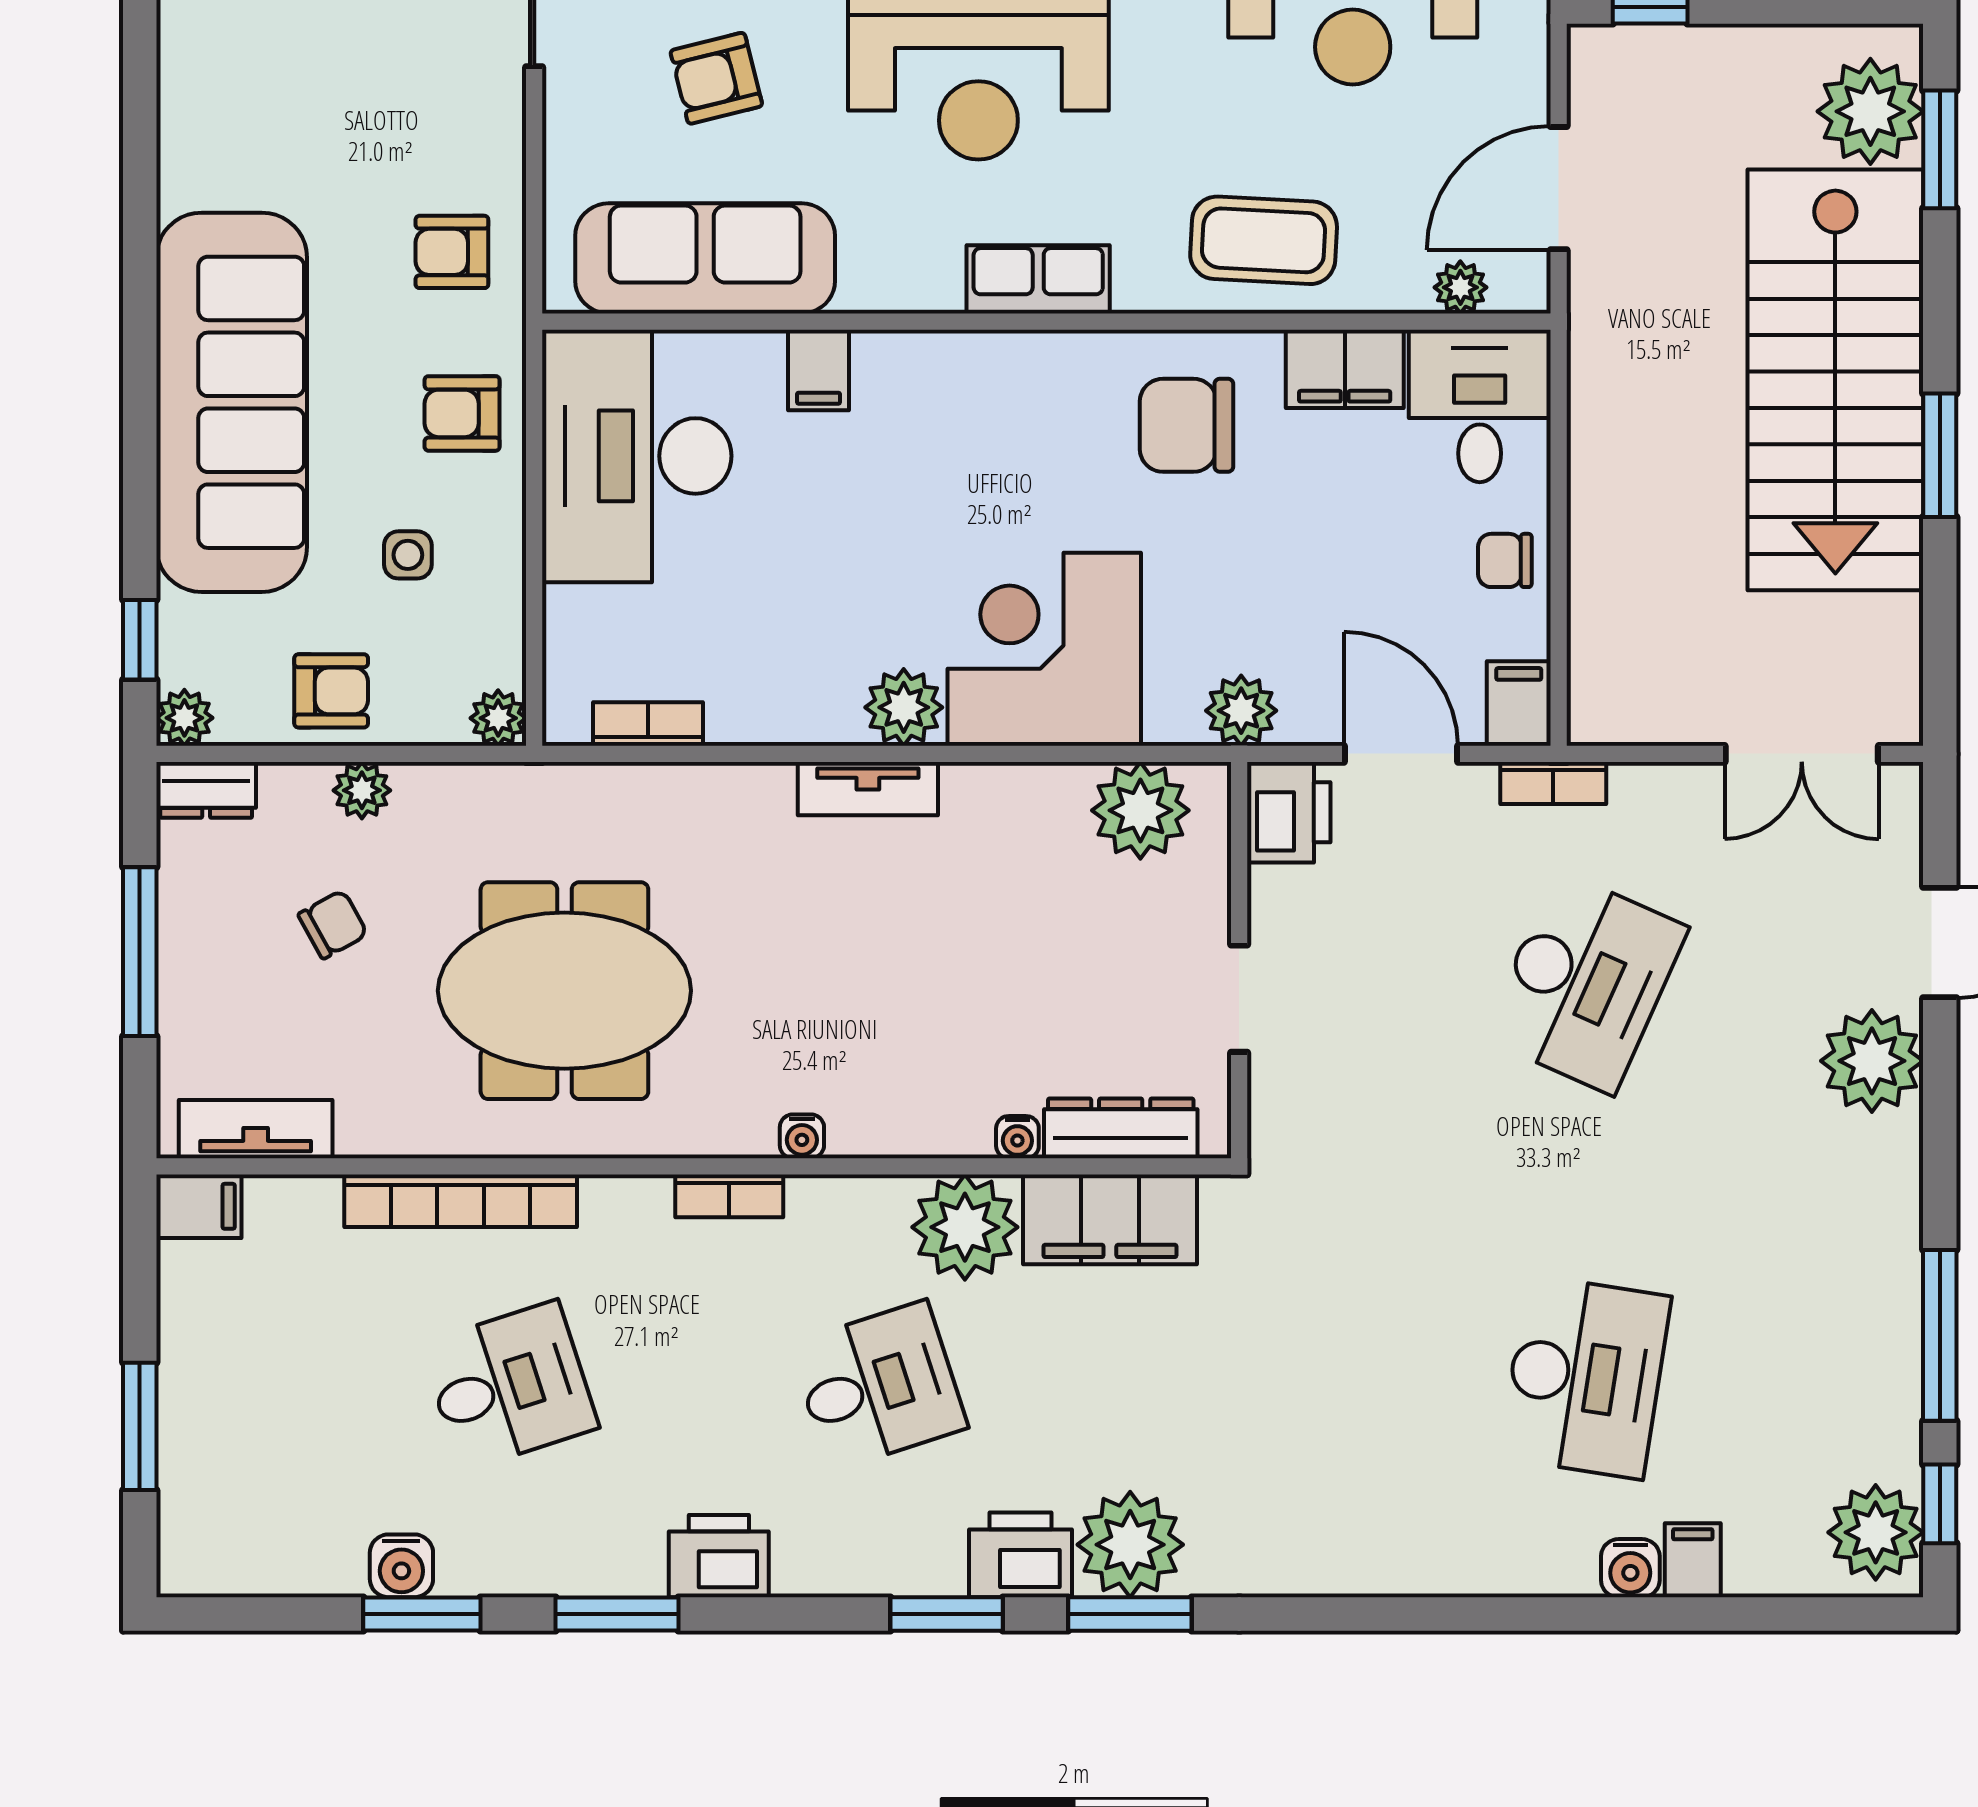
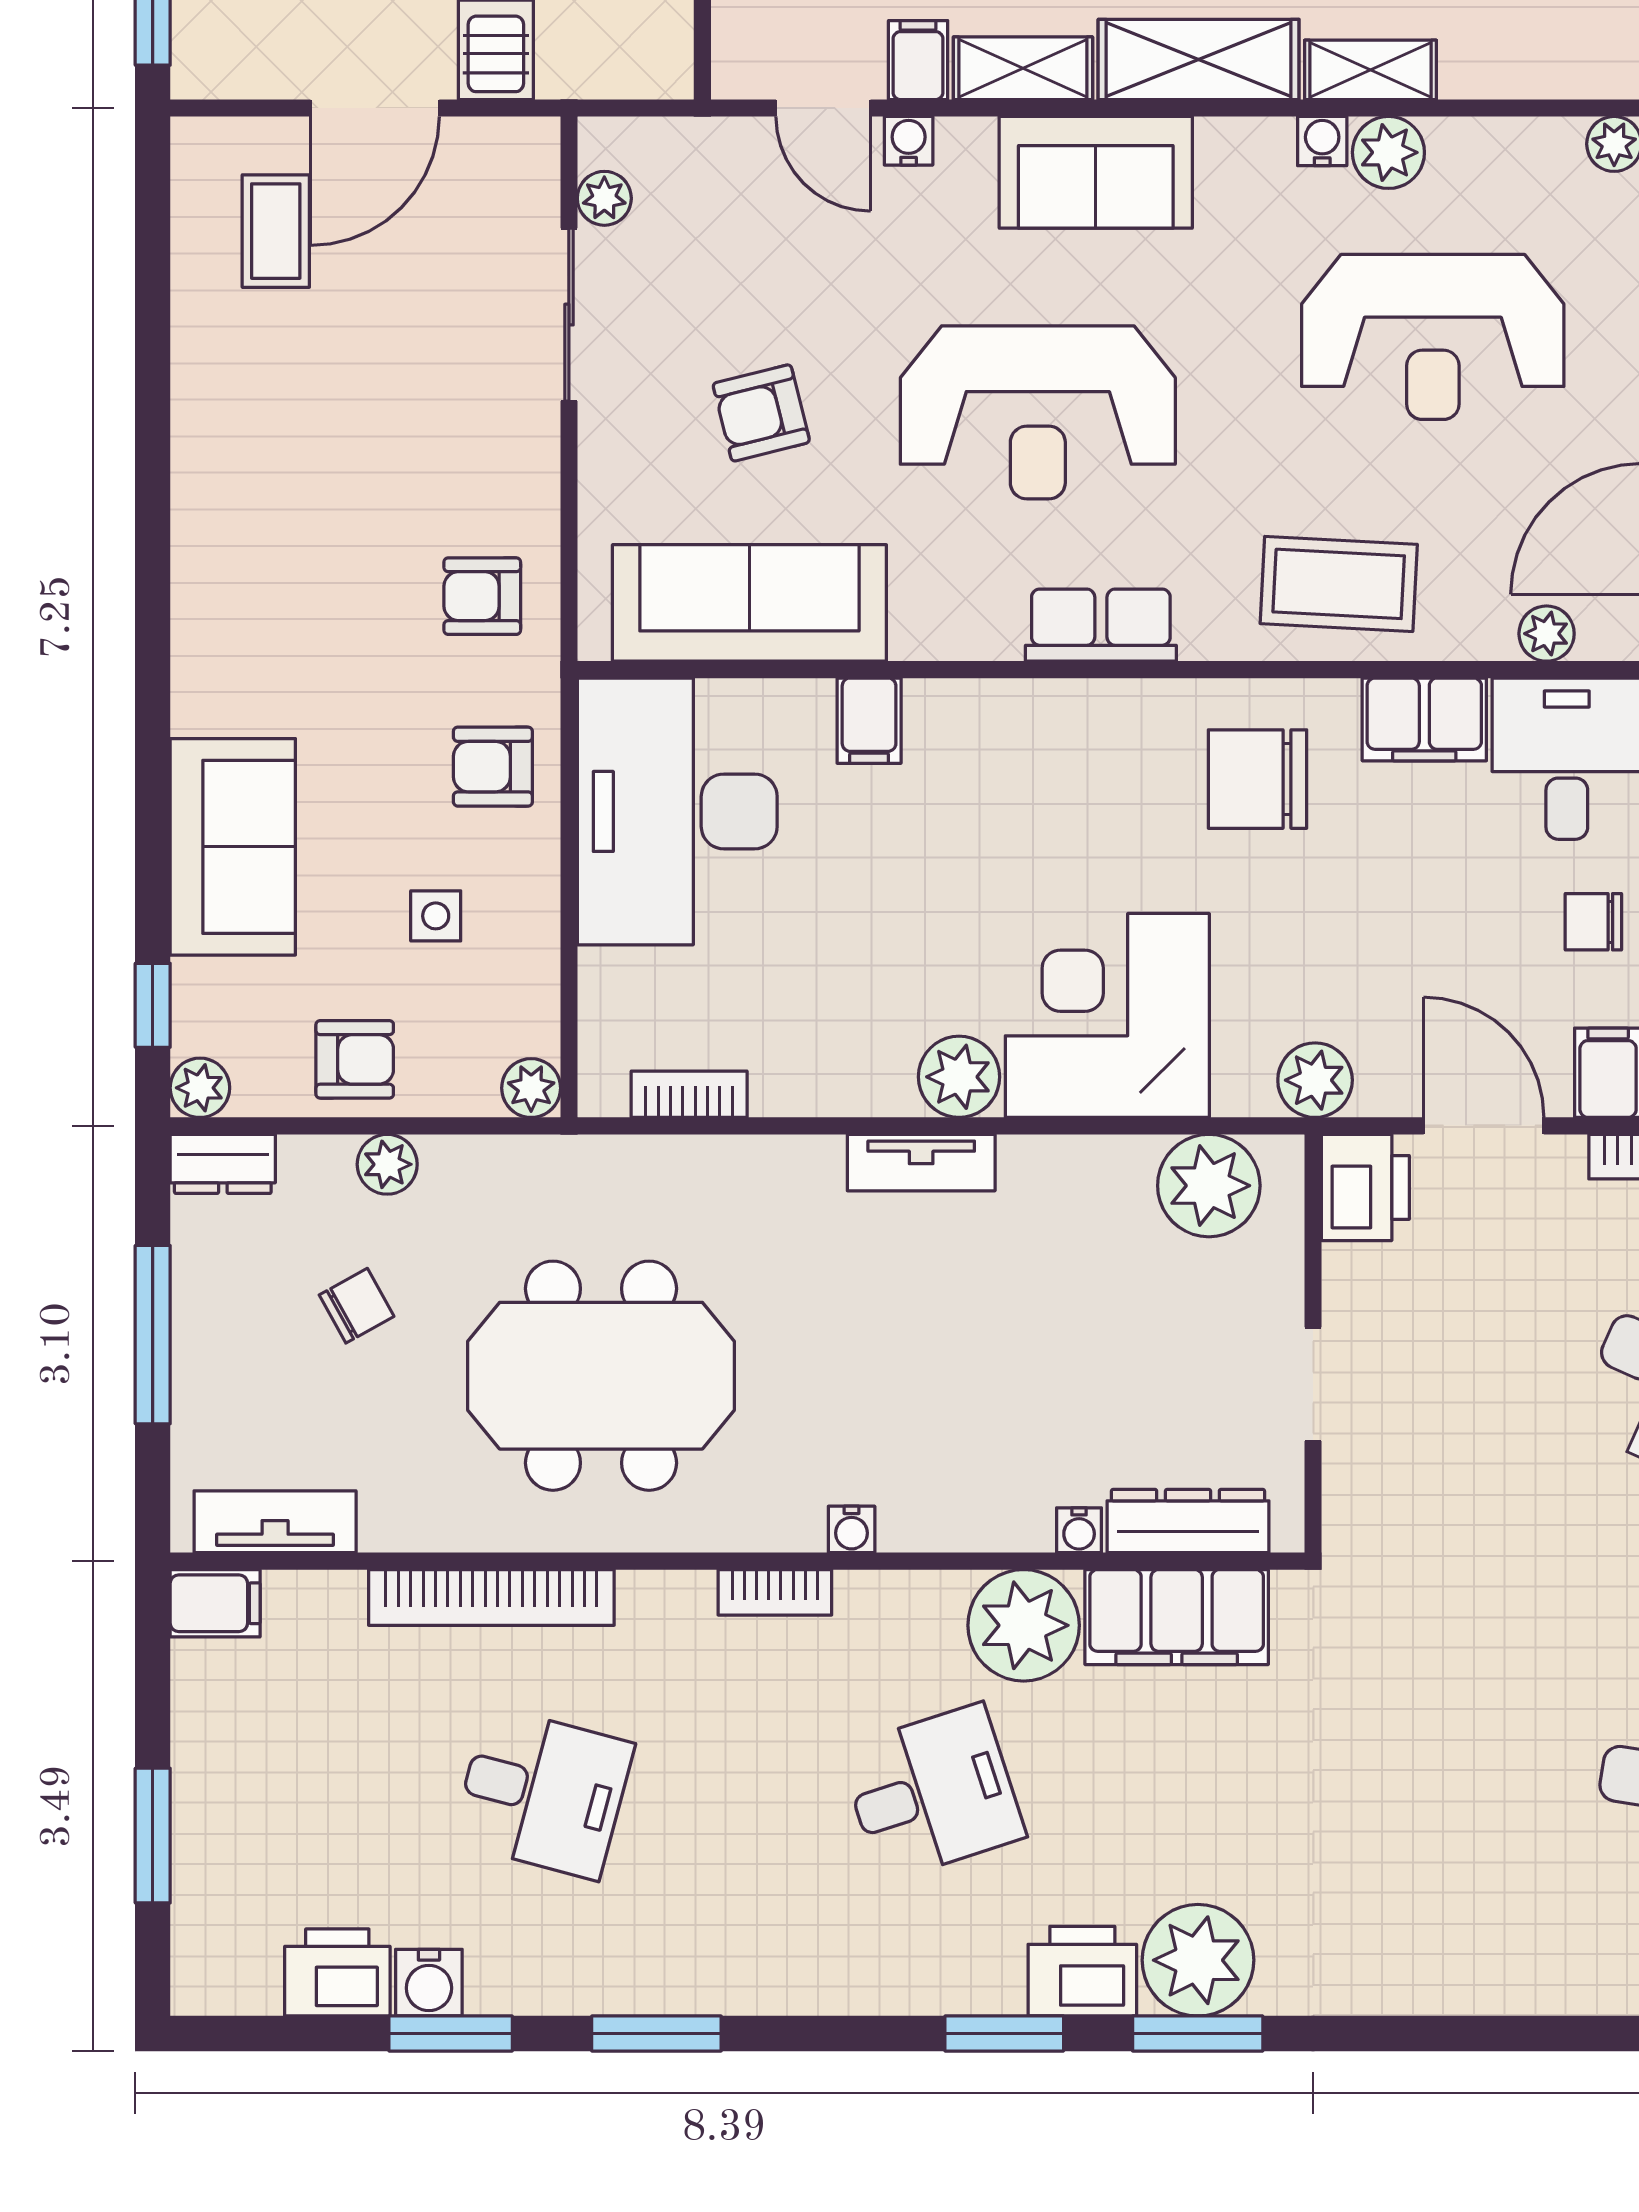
sofa: (232, 402) -> (233, 847), width x0.54, depth x0.79
desk: (509, 1386) -> (543, 1793), turned 33
printer: (719, 1556) -> (337, 1972), moved

